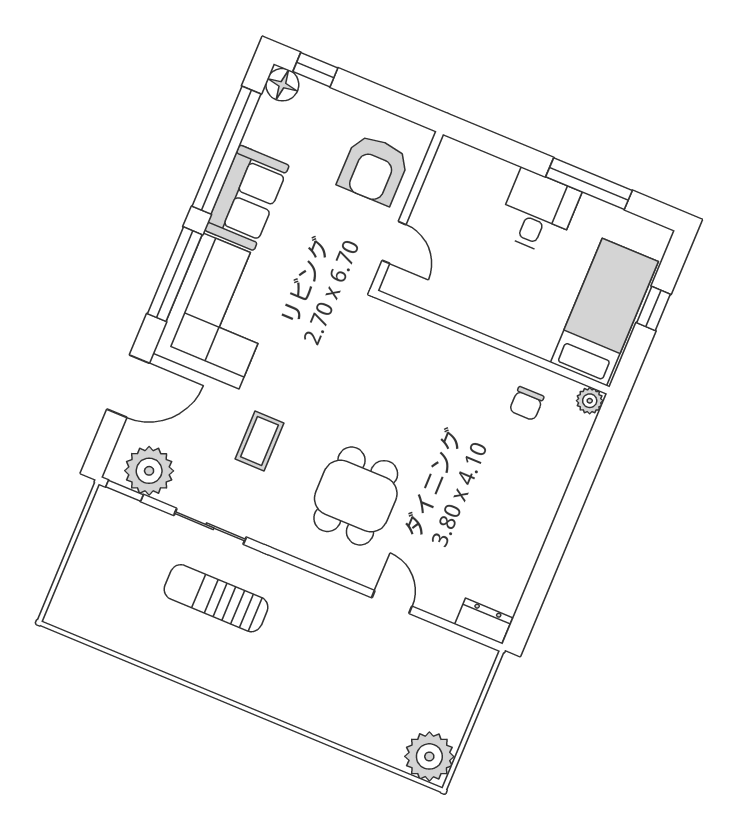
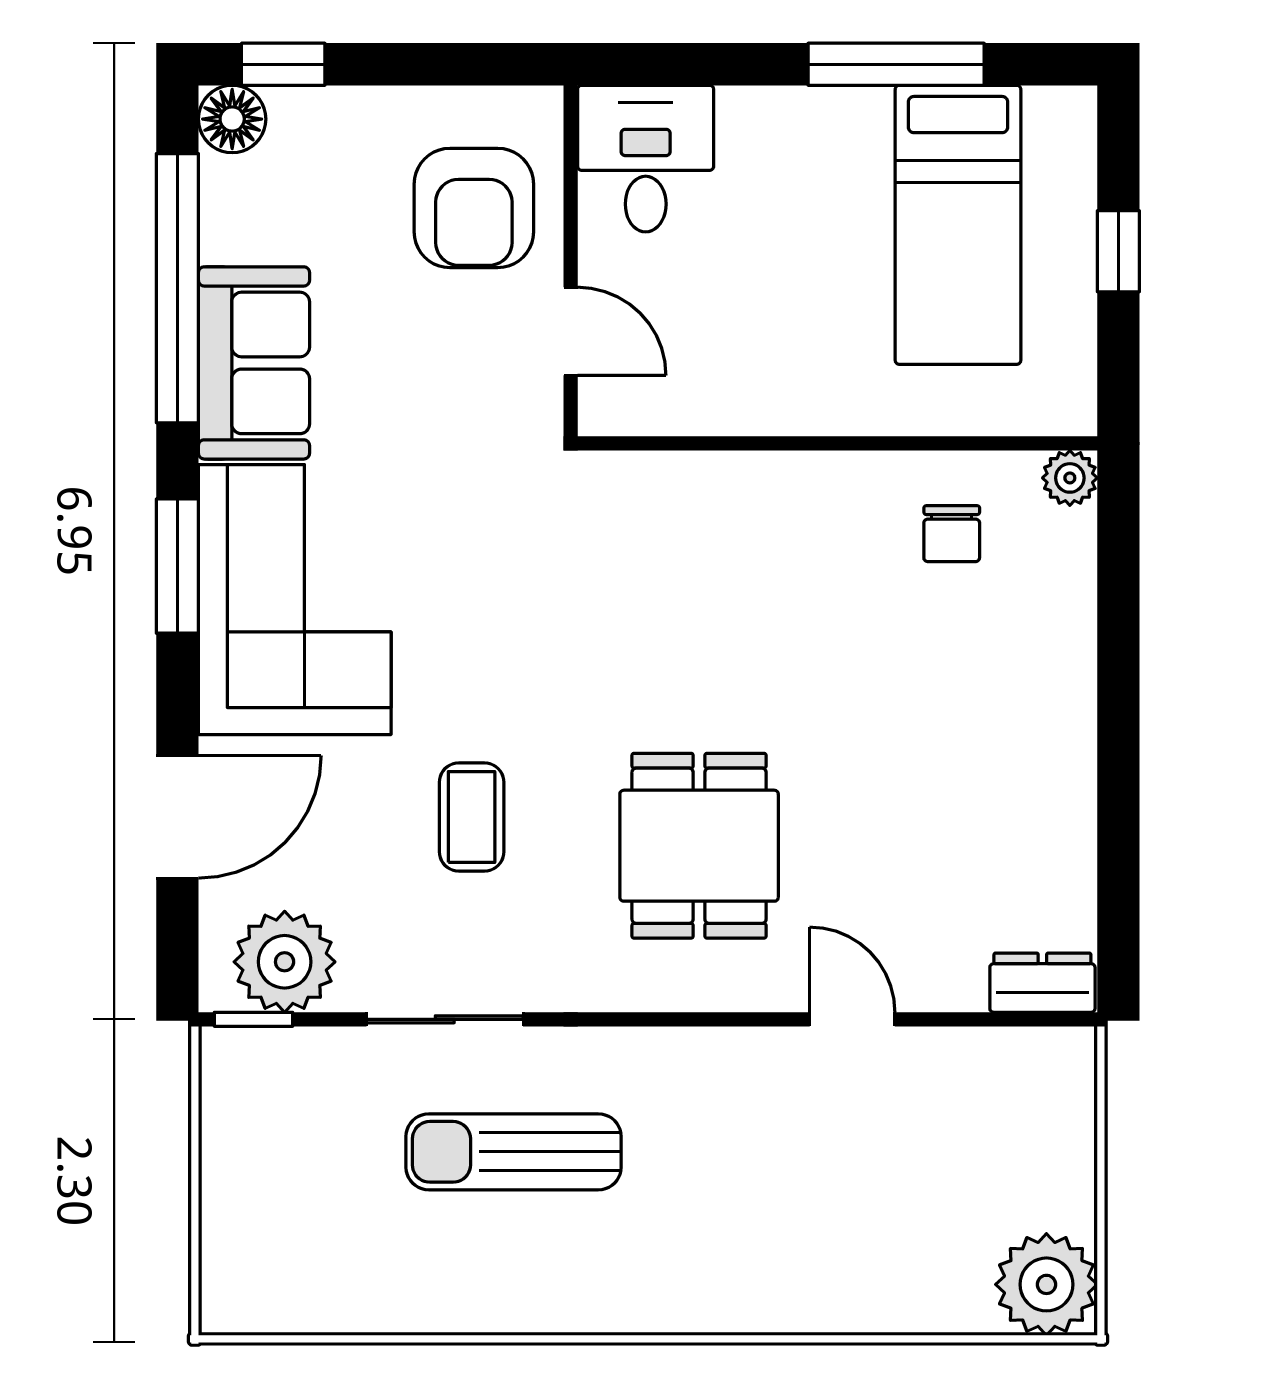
desk: (538, 212) -> (646, 159), moved
window: (175, 274) -> (177, 566), width x0.69
bed: (604, 312) -> (958, 225), moved, turned 180

